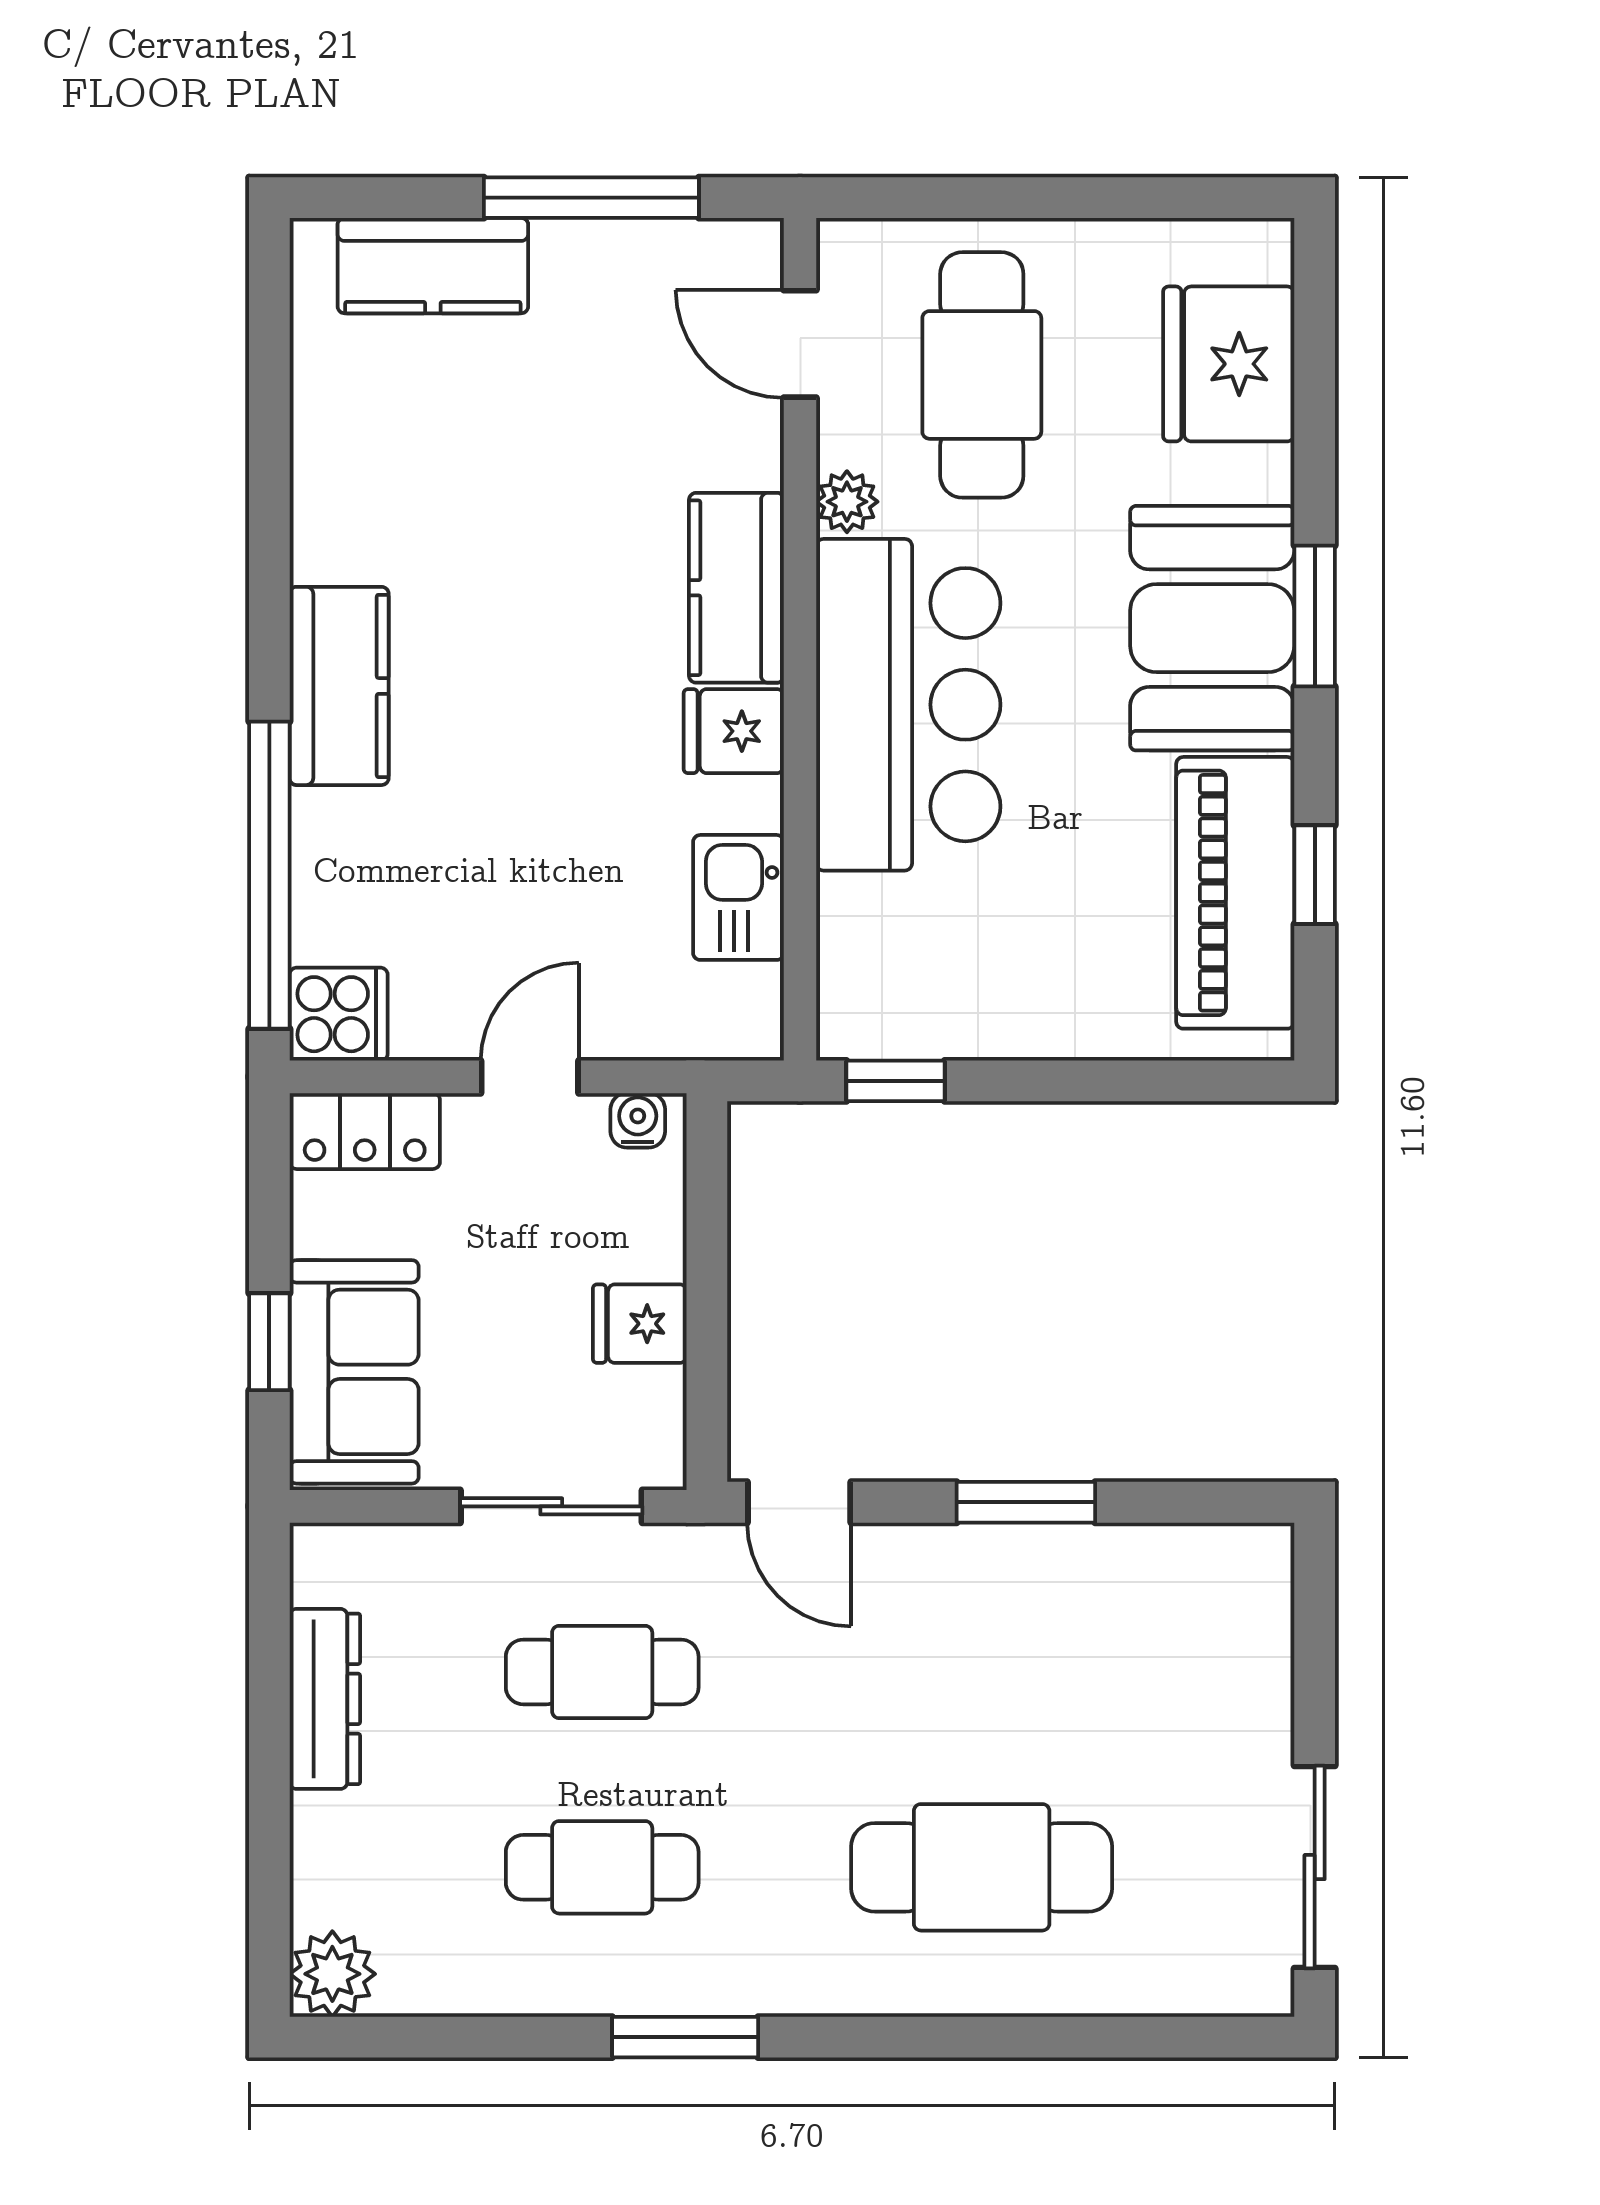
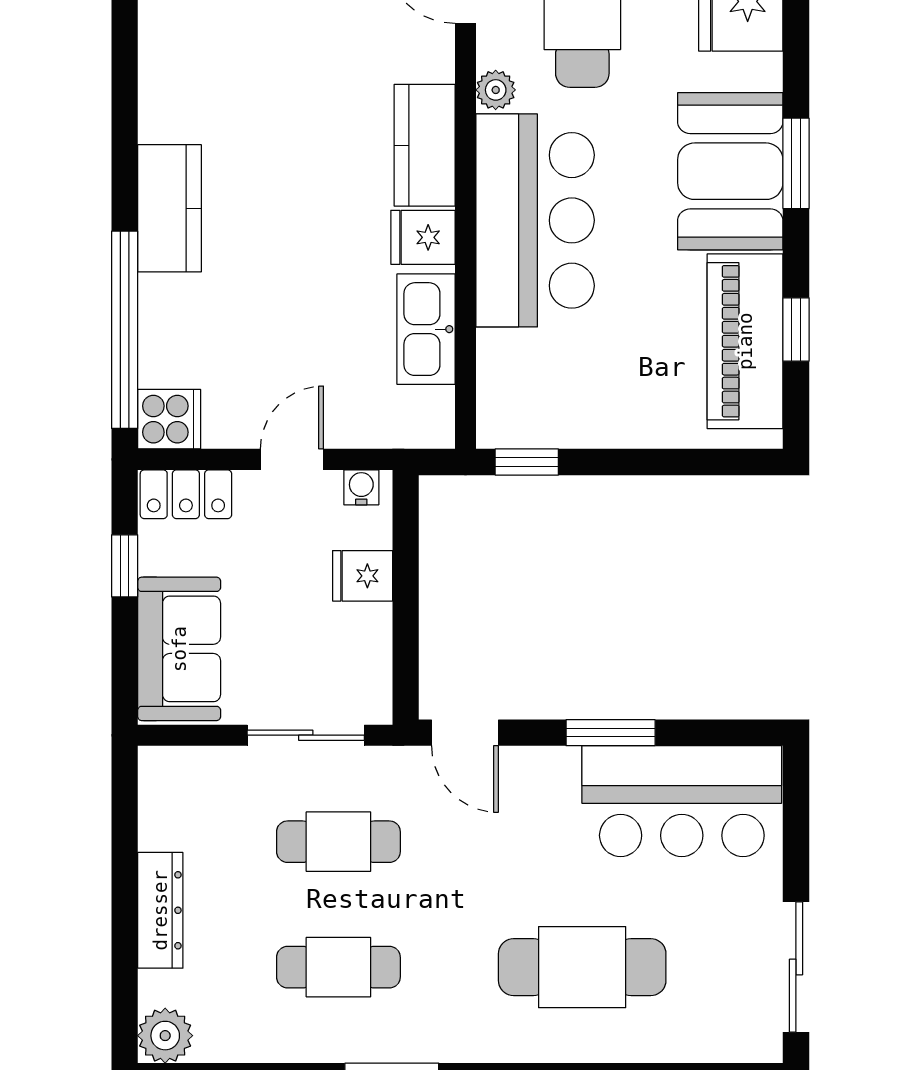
kitchen sink: (738, 897) -> (426, 329), width x1.38
fridge: (640, 1324) -> (363, 576), moved
window: (269, 1342) -> (125, 566), moved
bar counter: (1137, 1609) -> (682, 801), added
dresser: (325, 1699) -> (160, 910), moved

